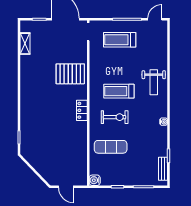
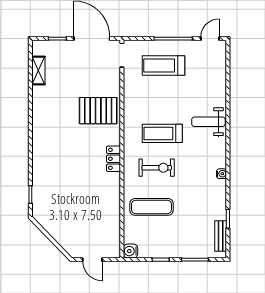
weight bench: (154, 82) -> (208, 122), turned 90

